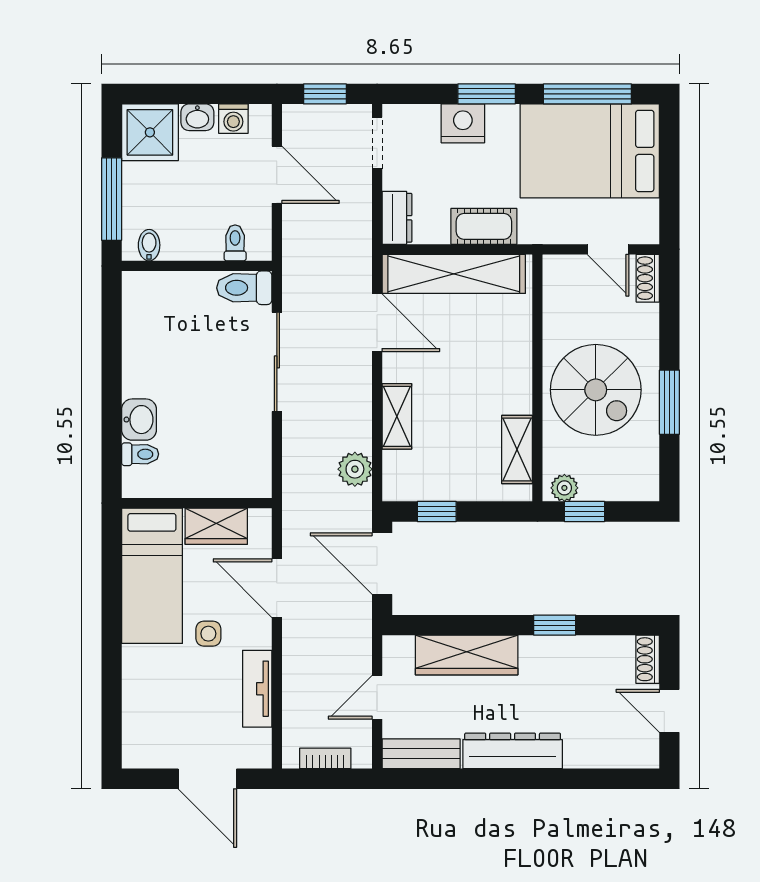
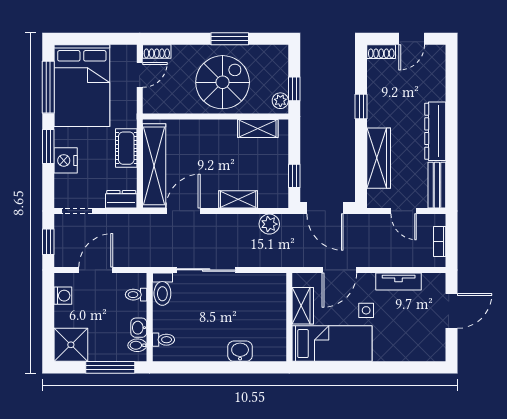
washbasin: (197, 117) -> (139, 328), moved, turned 180
toilet: (140, 454) -> (163, 340), moved, turned 90
door: (382, 564) -> (325, 208), hinge flipped

